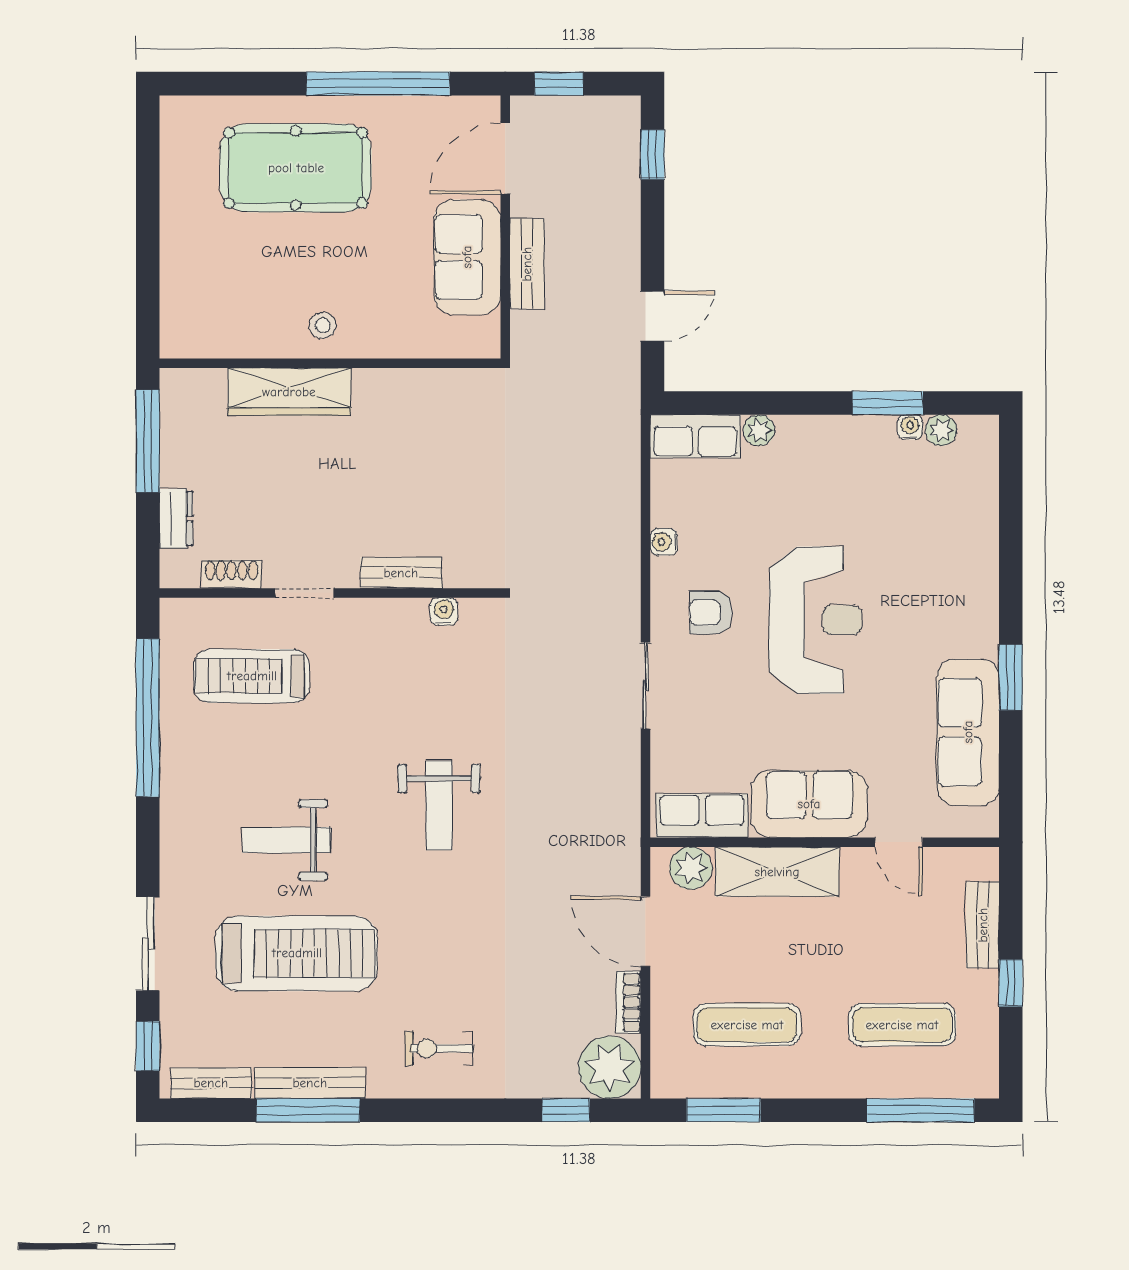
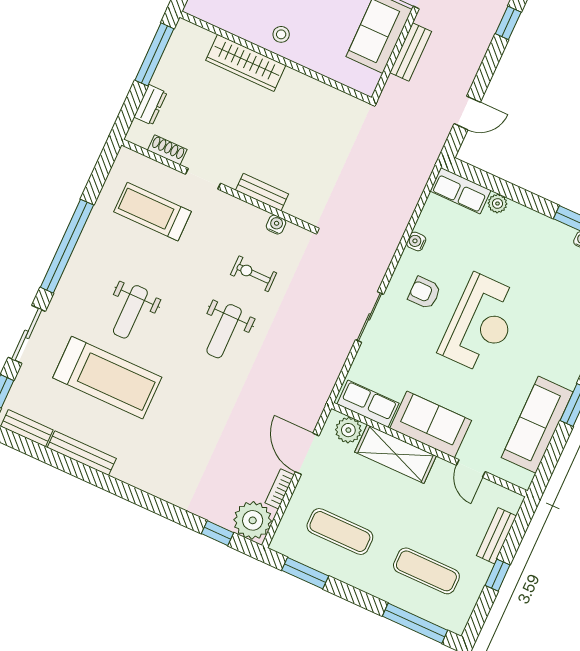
window: (148, 718) -> (67, 246), moved
weight bench: (287, 840) -> (130, 312), turned -90
exercise bike: (439, 1048) -> (254, 274), moved
window: (308, 1110) -> (74, 468), removed

